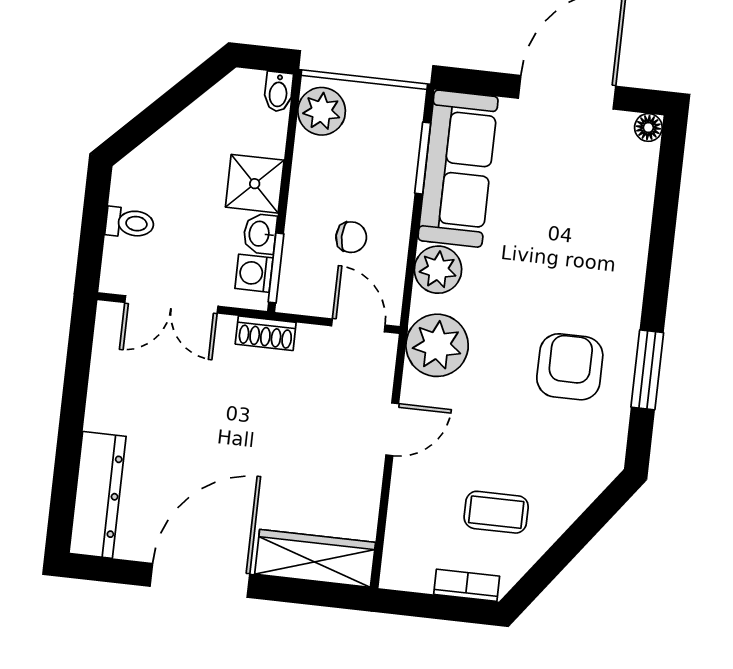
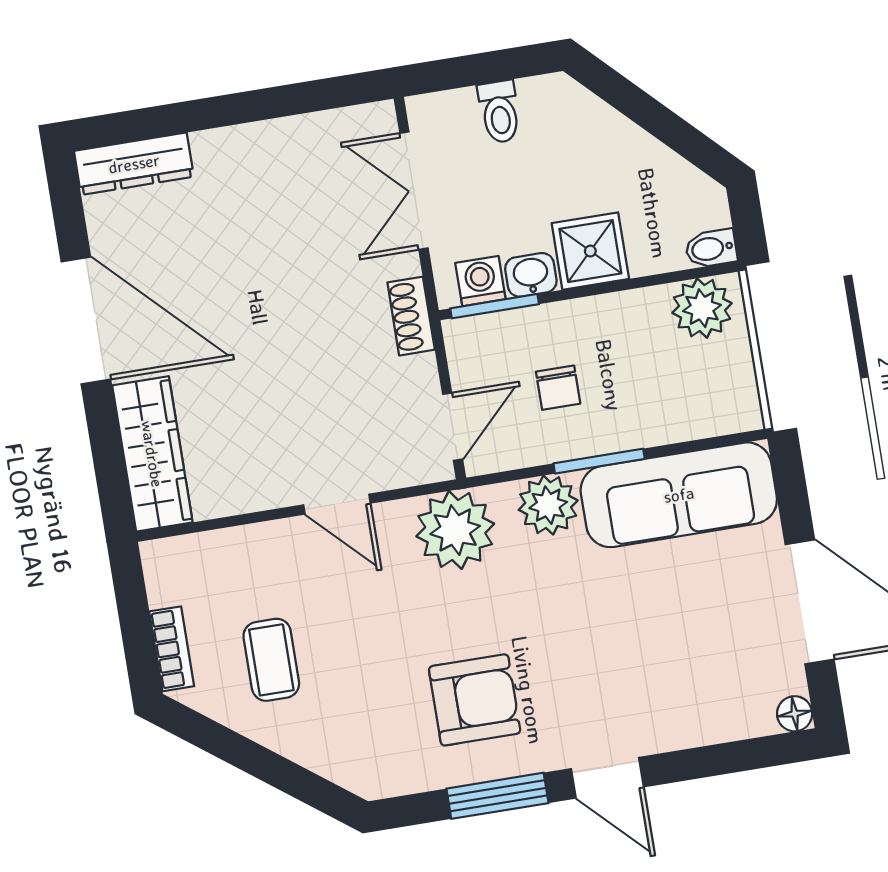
window: (423, 158) -> (599, 461), moved
door: (657, 283) -> (607, 778), added
dresser: (98, 495) -> (134, 164), width x0.73, depth x0.80

